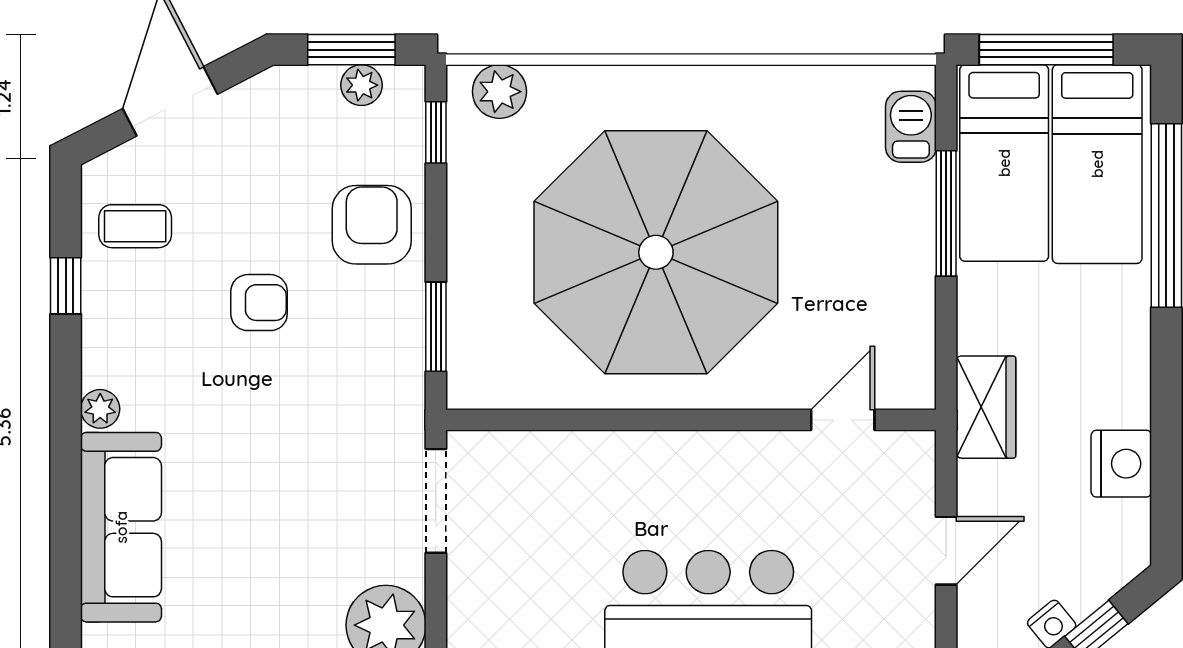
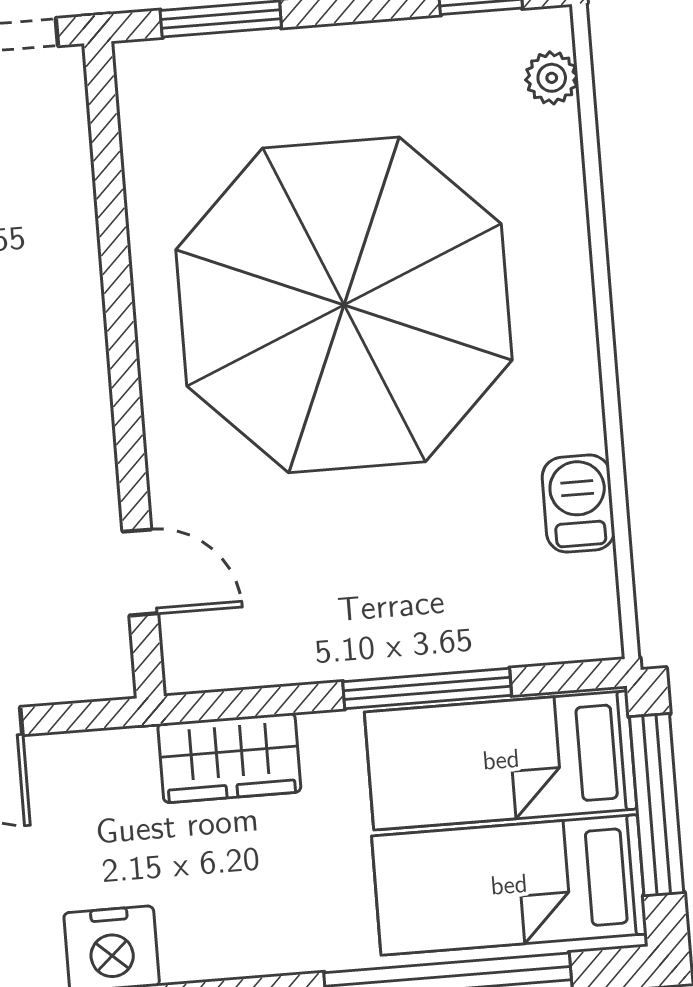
plant: (499, 92) -> (552, 78), width x0.73, depth x0.73
barbecue: (911, 127) -> (578, 504), moved, turned -90
wardrobe: (986, 407) -> (229, 758), moved

